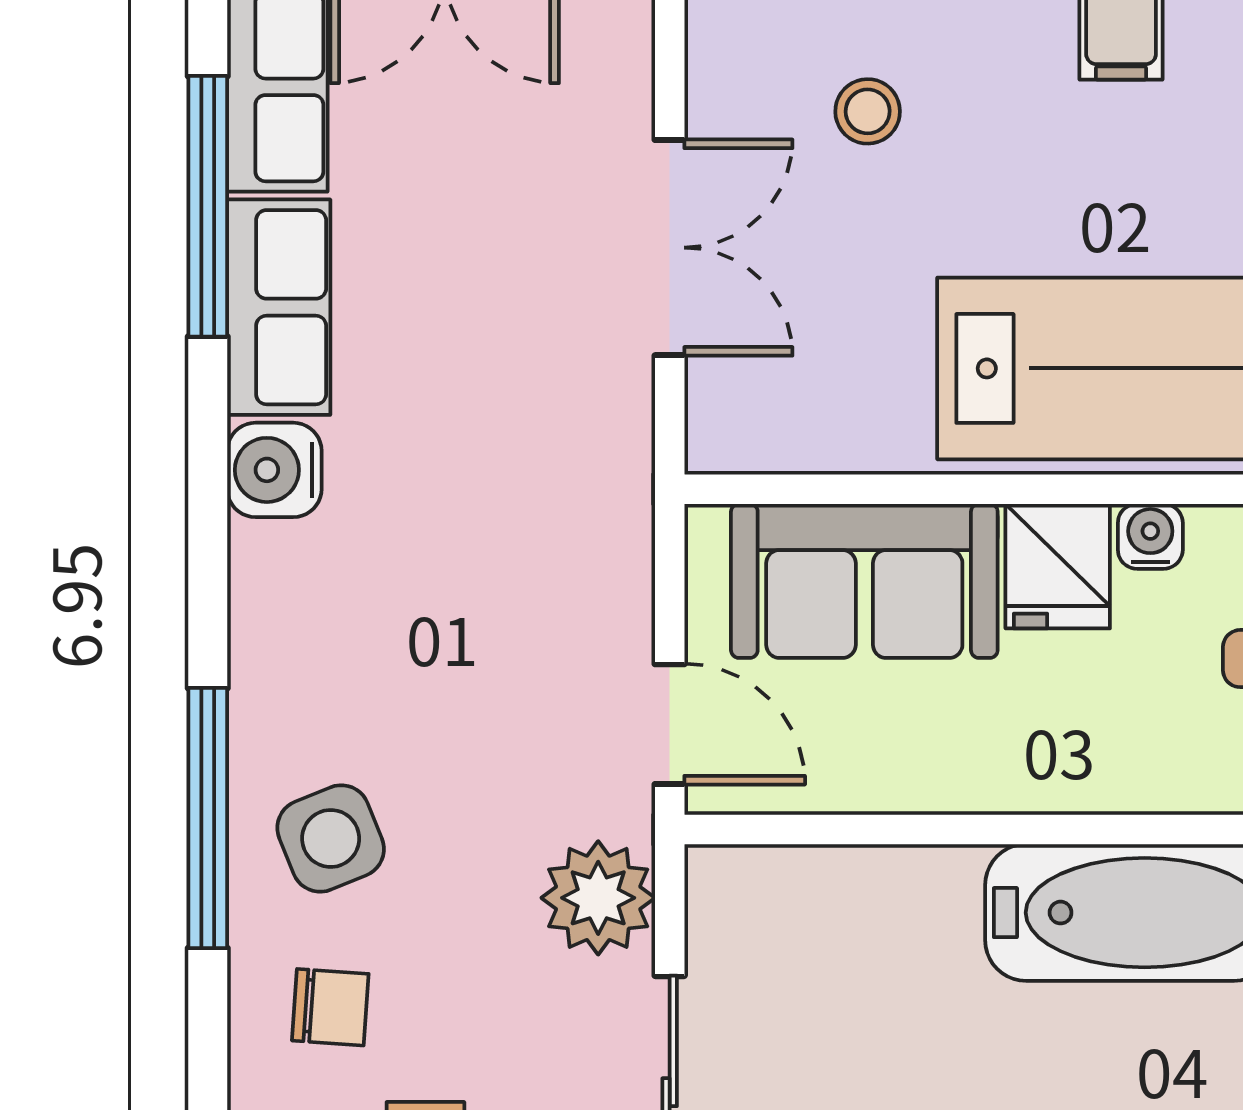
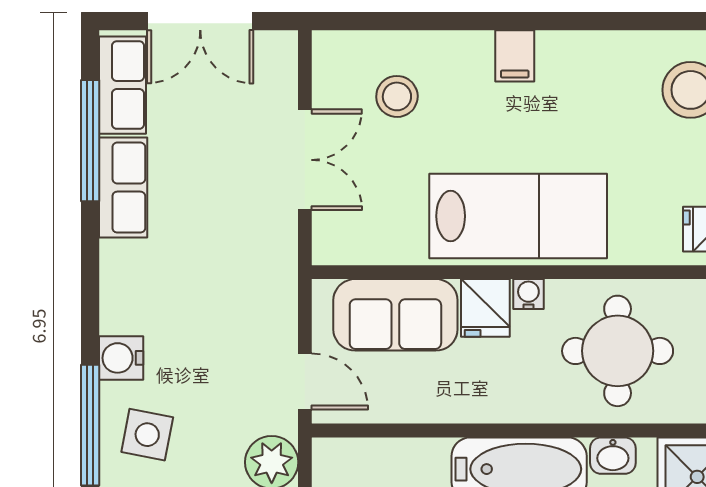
stool: (868, 111) -> (397, 96), width x1.37, depth x1.37
water cooler: (274, 470) -> (121, 358), moved
side table: (331, 838) -> (147, 435), turned 33

